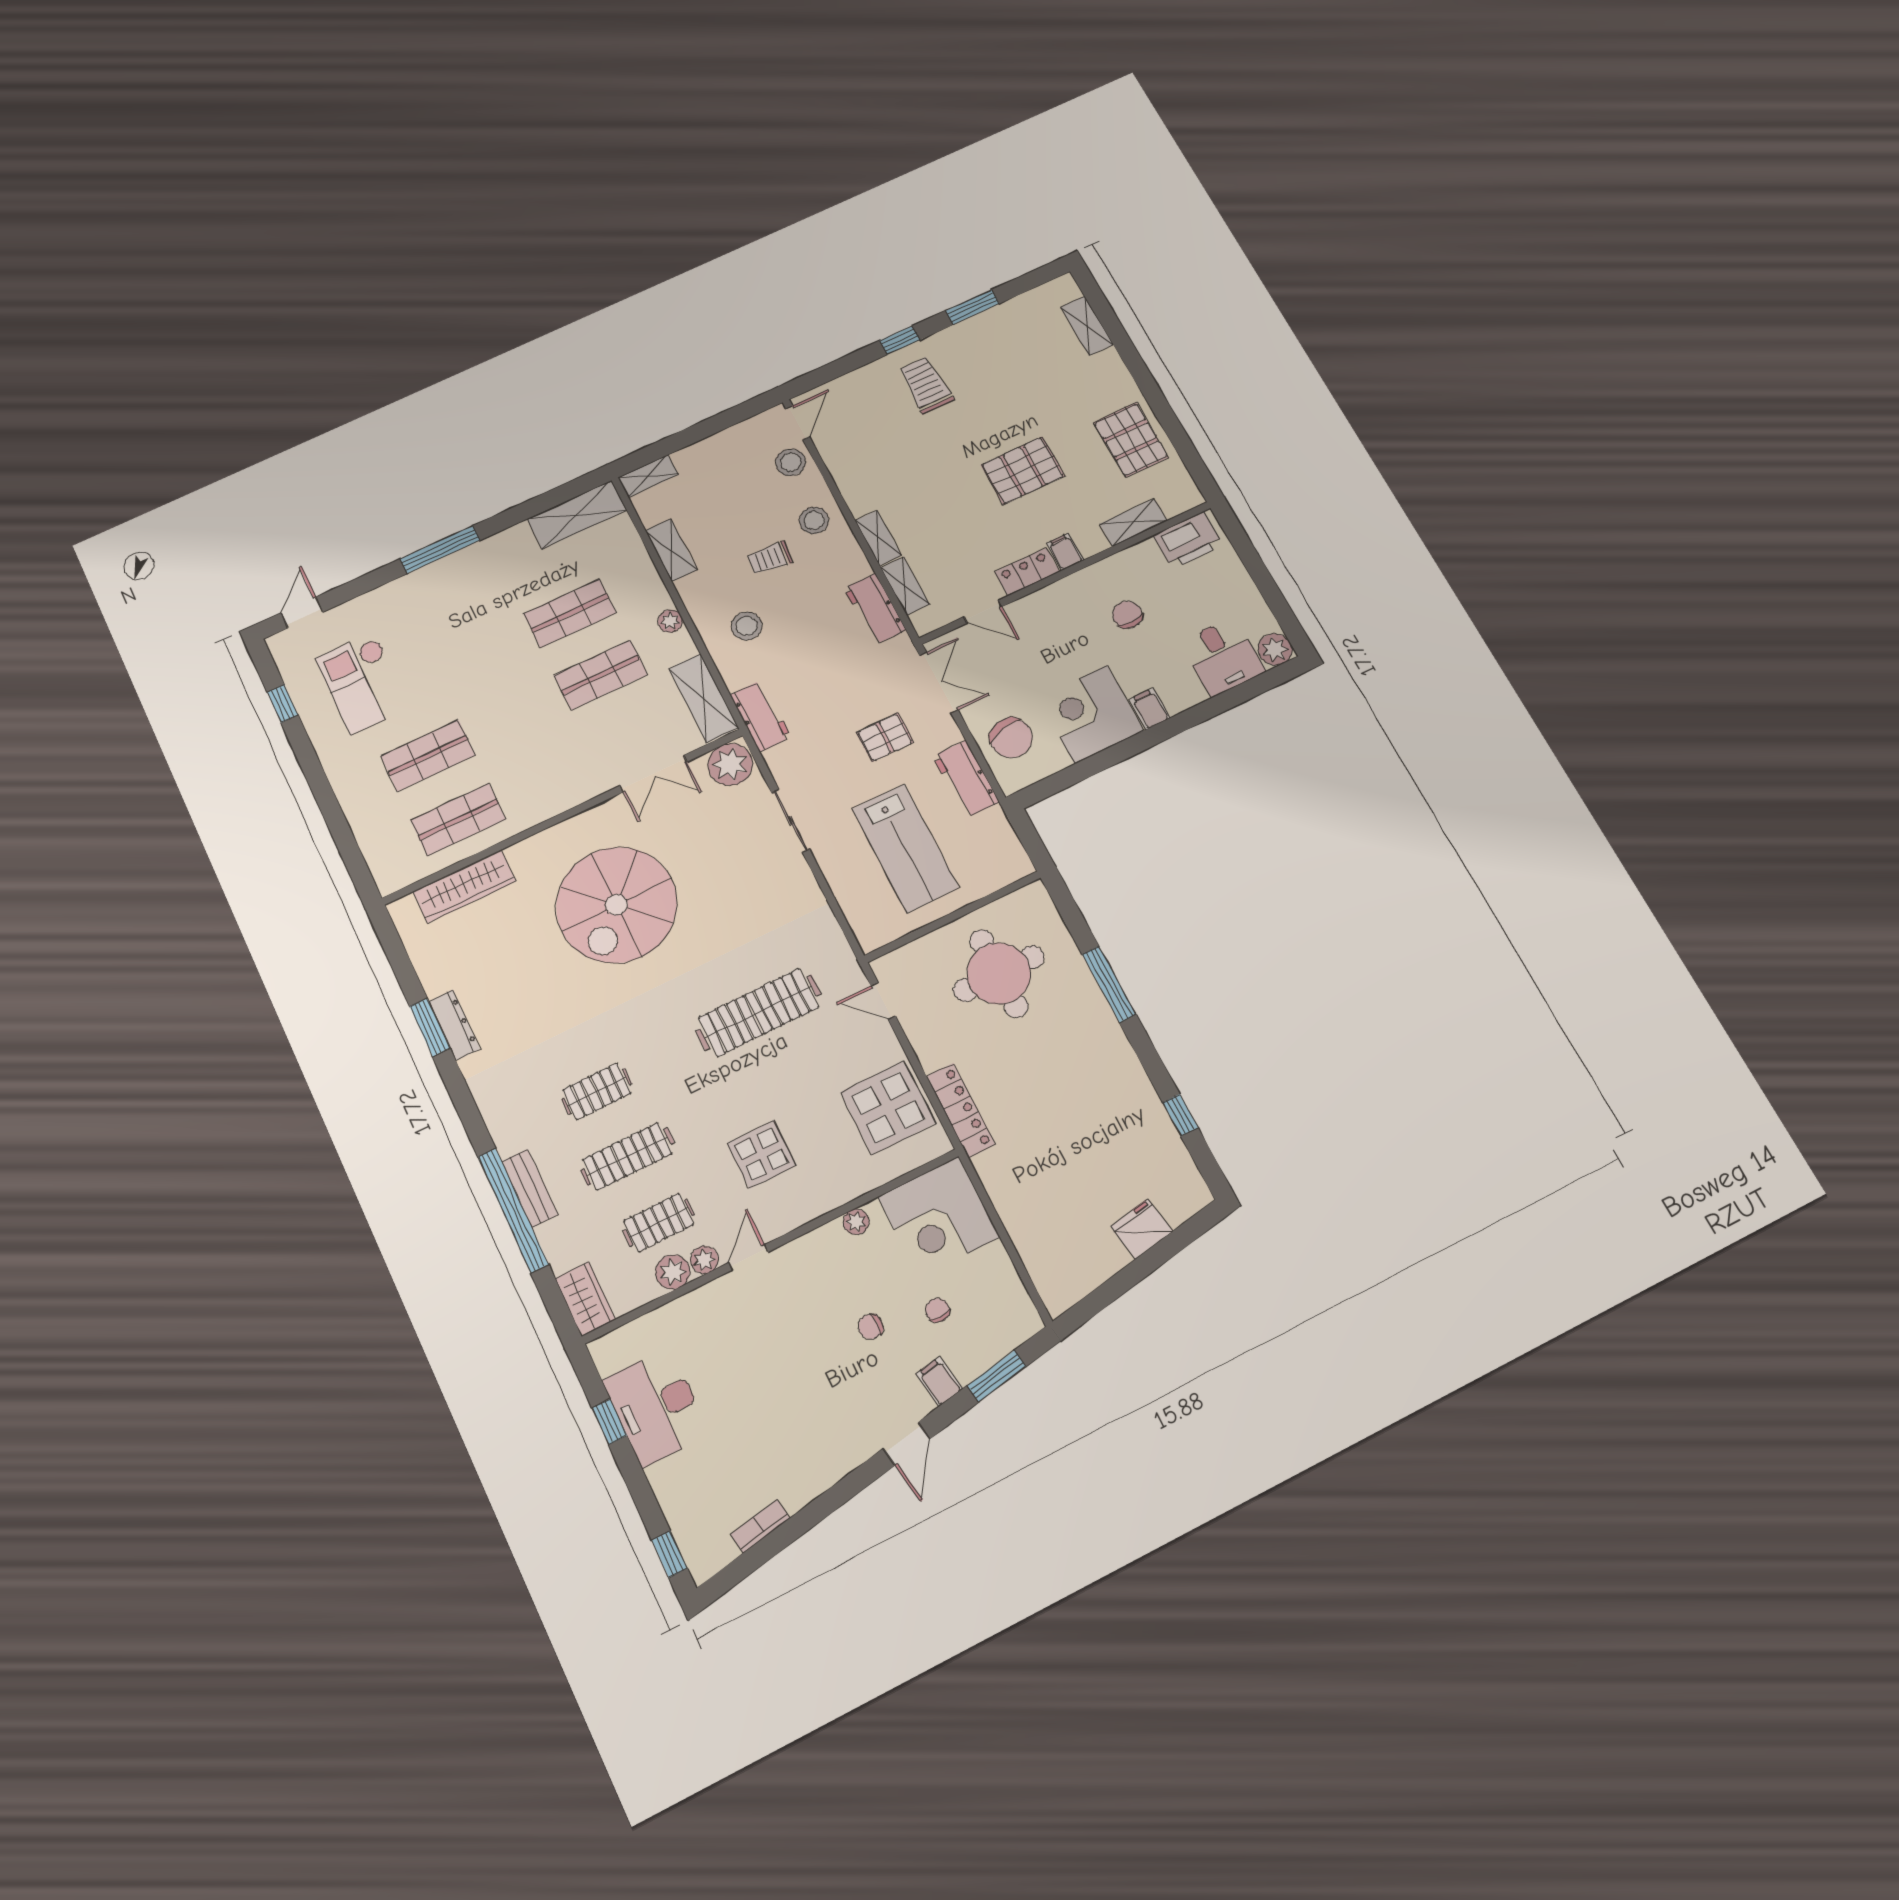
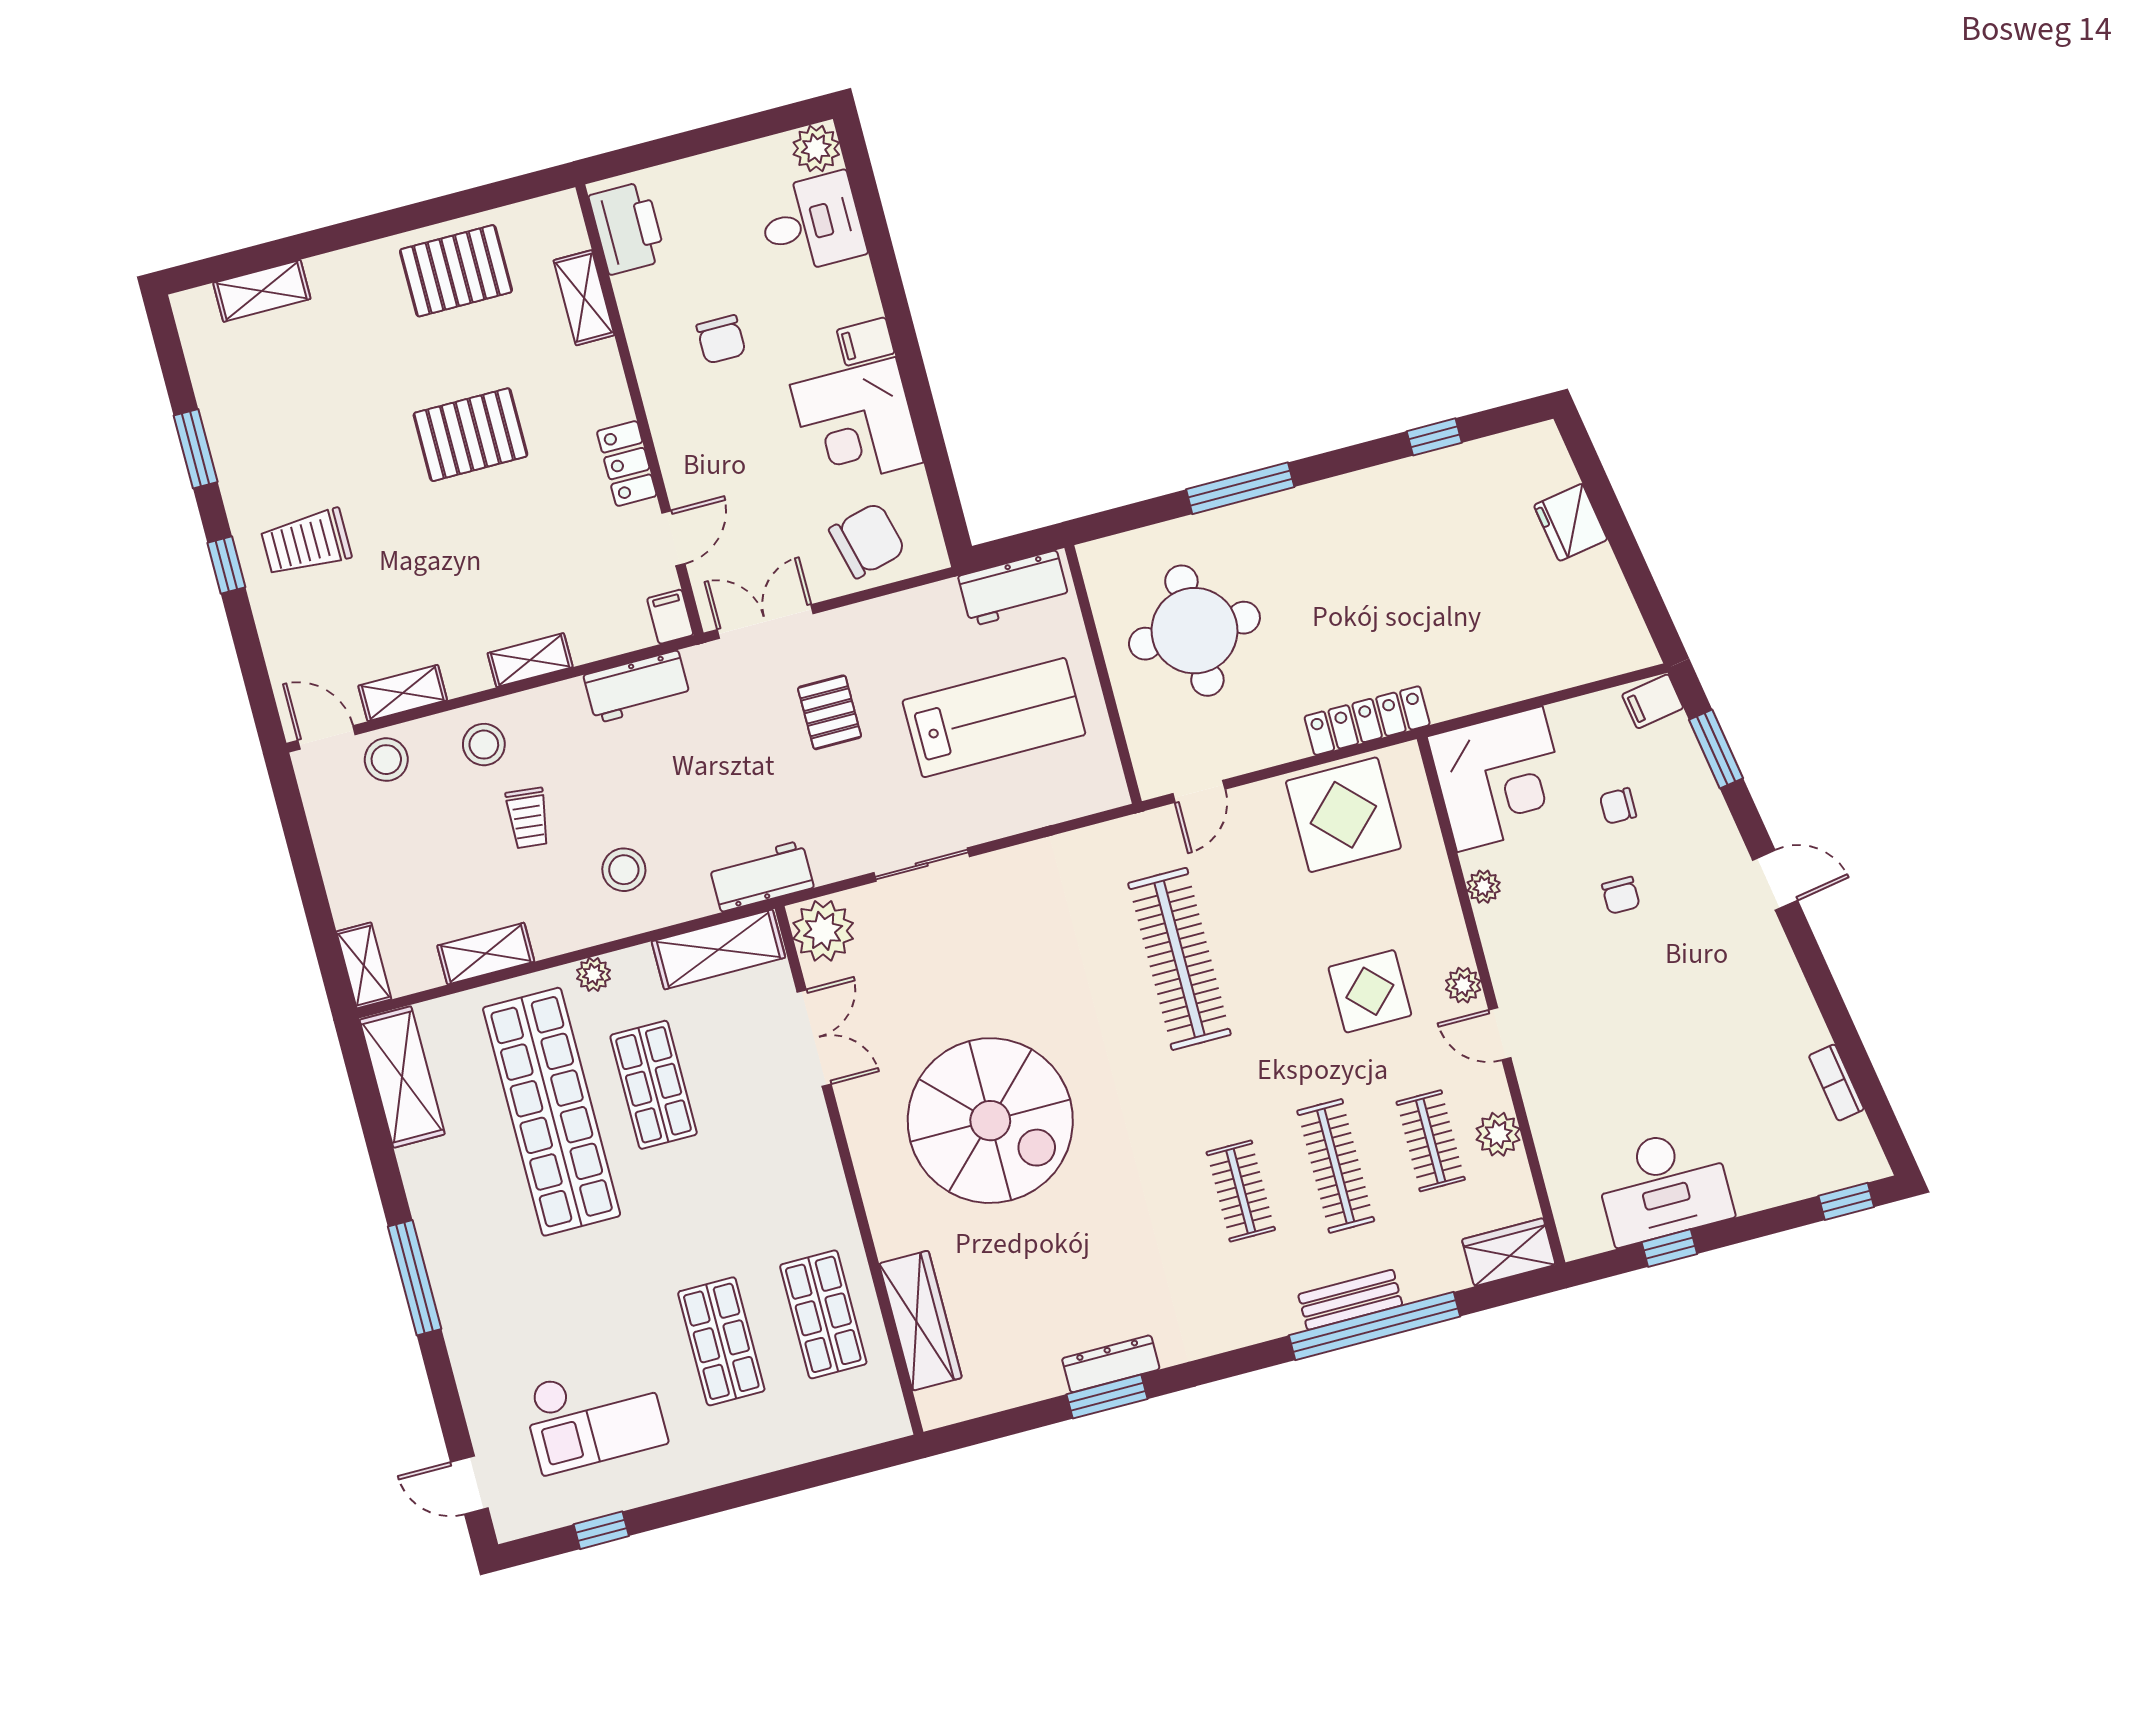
pallet: (1023, 471) -> (470, 435), turned 90
filing cabinet: (1065, 552) -> (670, 617), moved, turned 90
shelving: (905, 586) -> (403, 693), moved
shop shelf: (570, 613) -> (552, 1112), width x2.00, depth x1.36
chair: (1127, 615) -> (721, 339), turned -90
workbench: (966, 779) -> (1014, 588), moved
plant: (704, 1260) -> (1463, 985), moved
filing cabinet: (939, 1381) -> (1653, 701), moved

